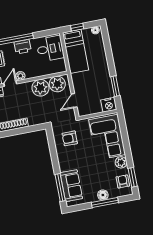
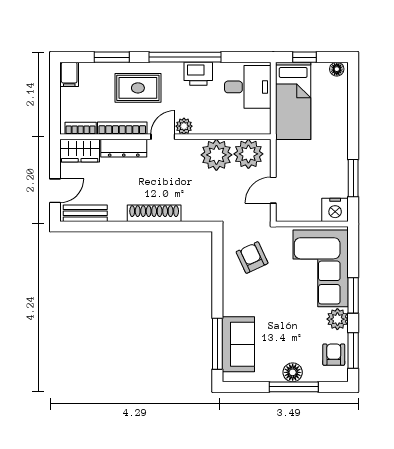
armchair: (70, 138) -> (252, 257), turned 65
window: (127, 148) -> (353, 295), added

